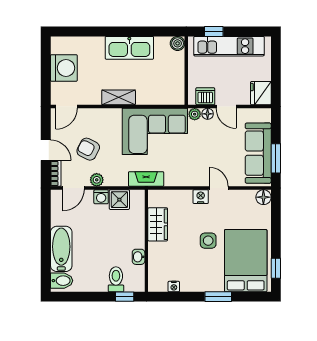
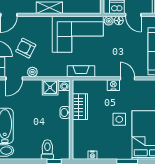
fireplace: (146, 179) -> (81, 71), moved
washing machine: (101, 197) -> (64, 85), moved
washbasin: (139, 257) -> (65, 112), moved

